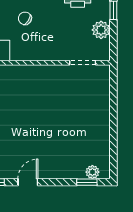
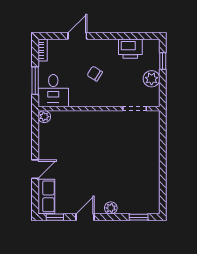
chair: (25, 18) -> (95, 74), moved
plant: (92, 172) -> (111, 208), moved

